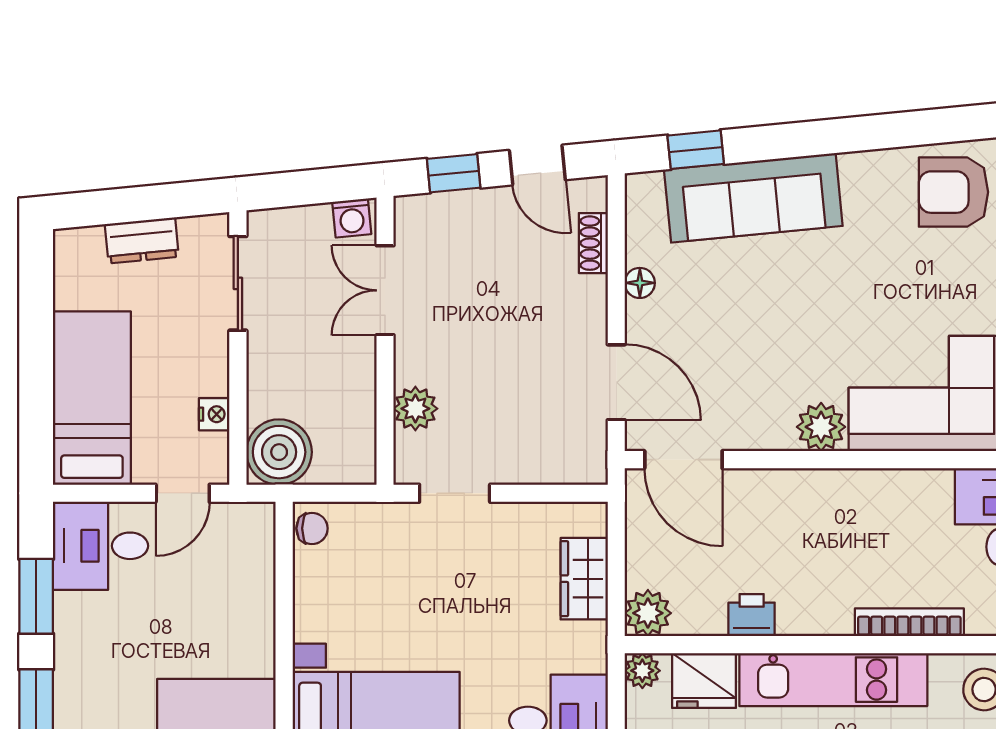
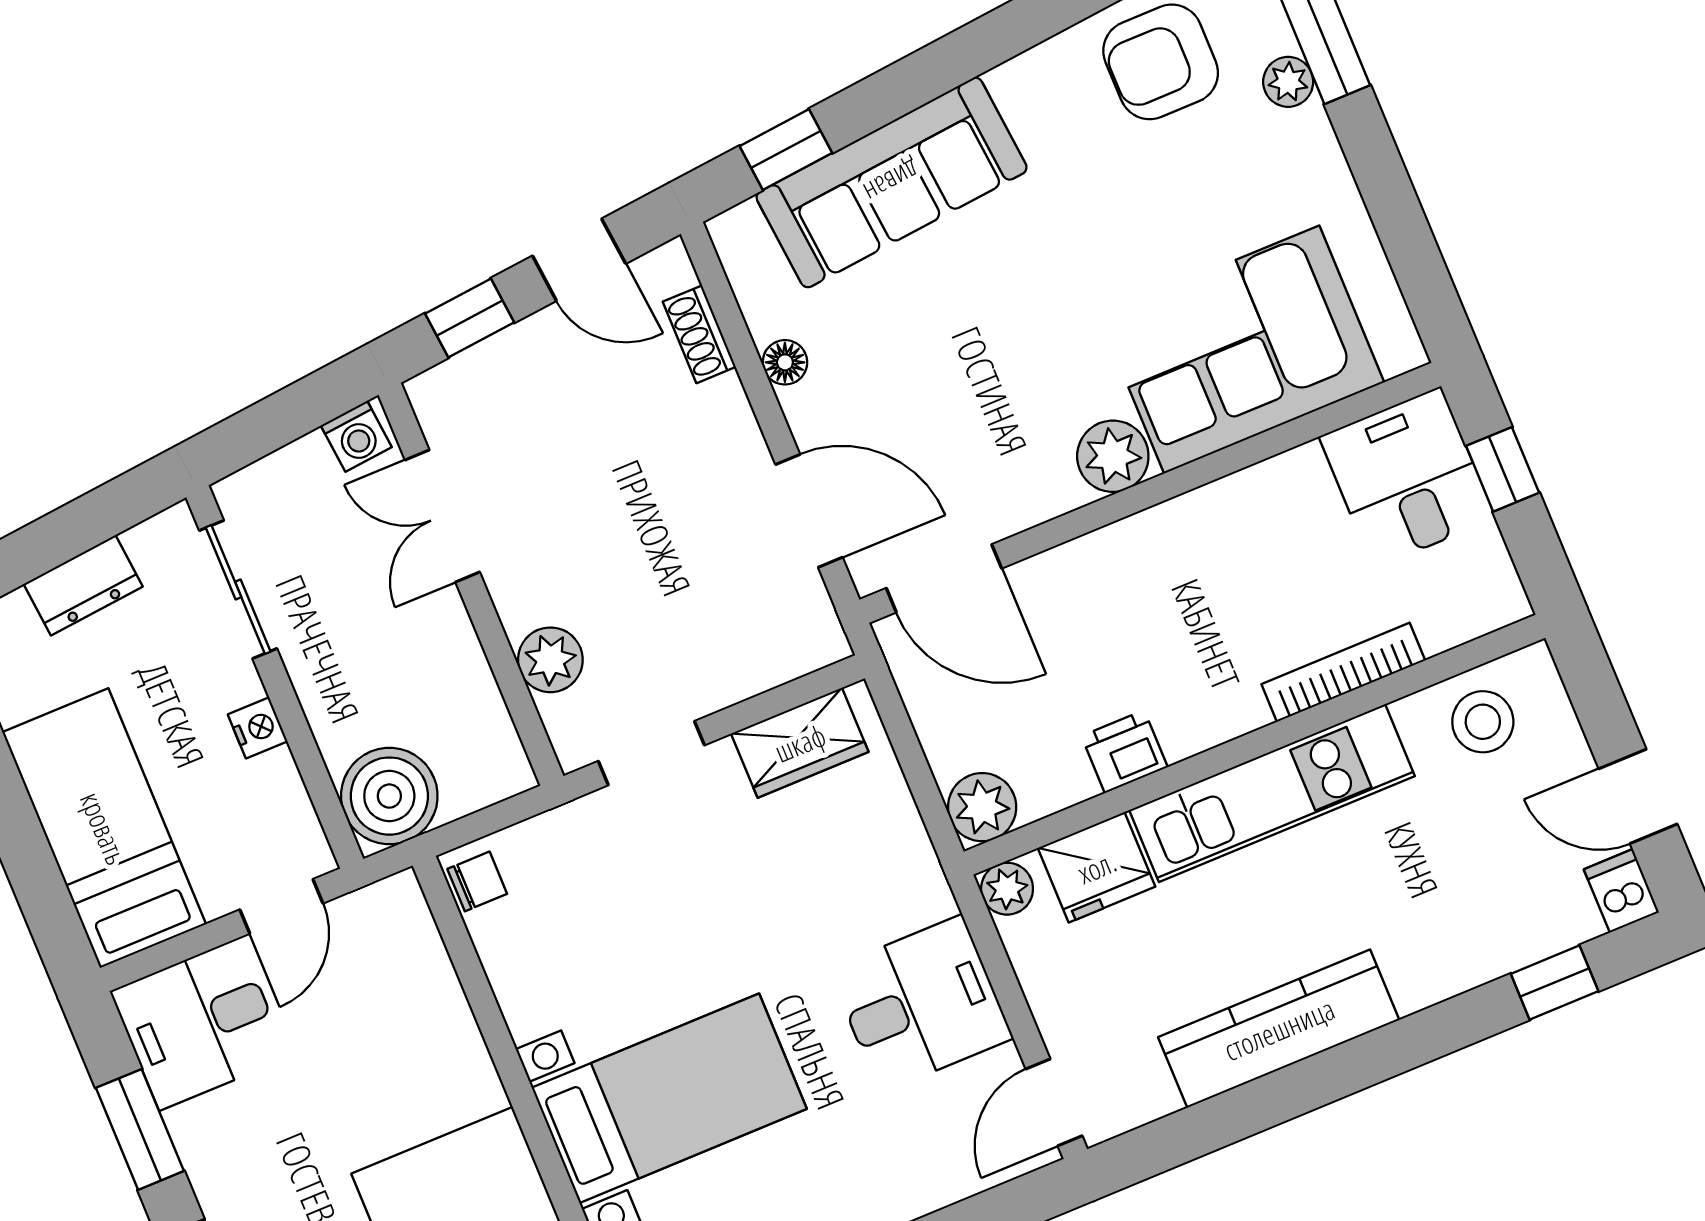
nightstand: (214, 414) -> (258, 728), moved
wardrobe: (584, 579) -> (800, 743), moved, turned -90

